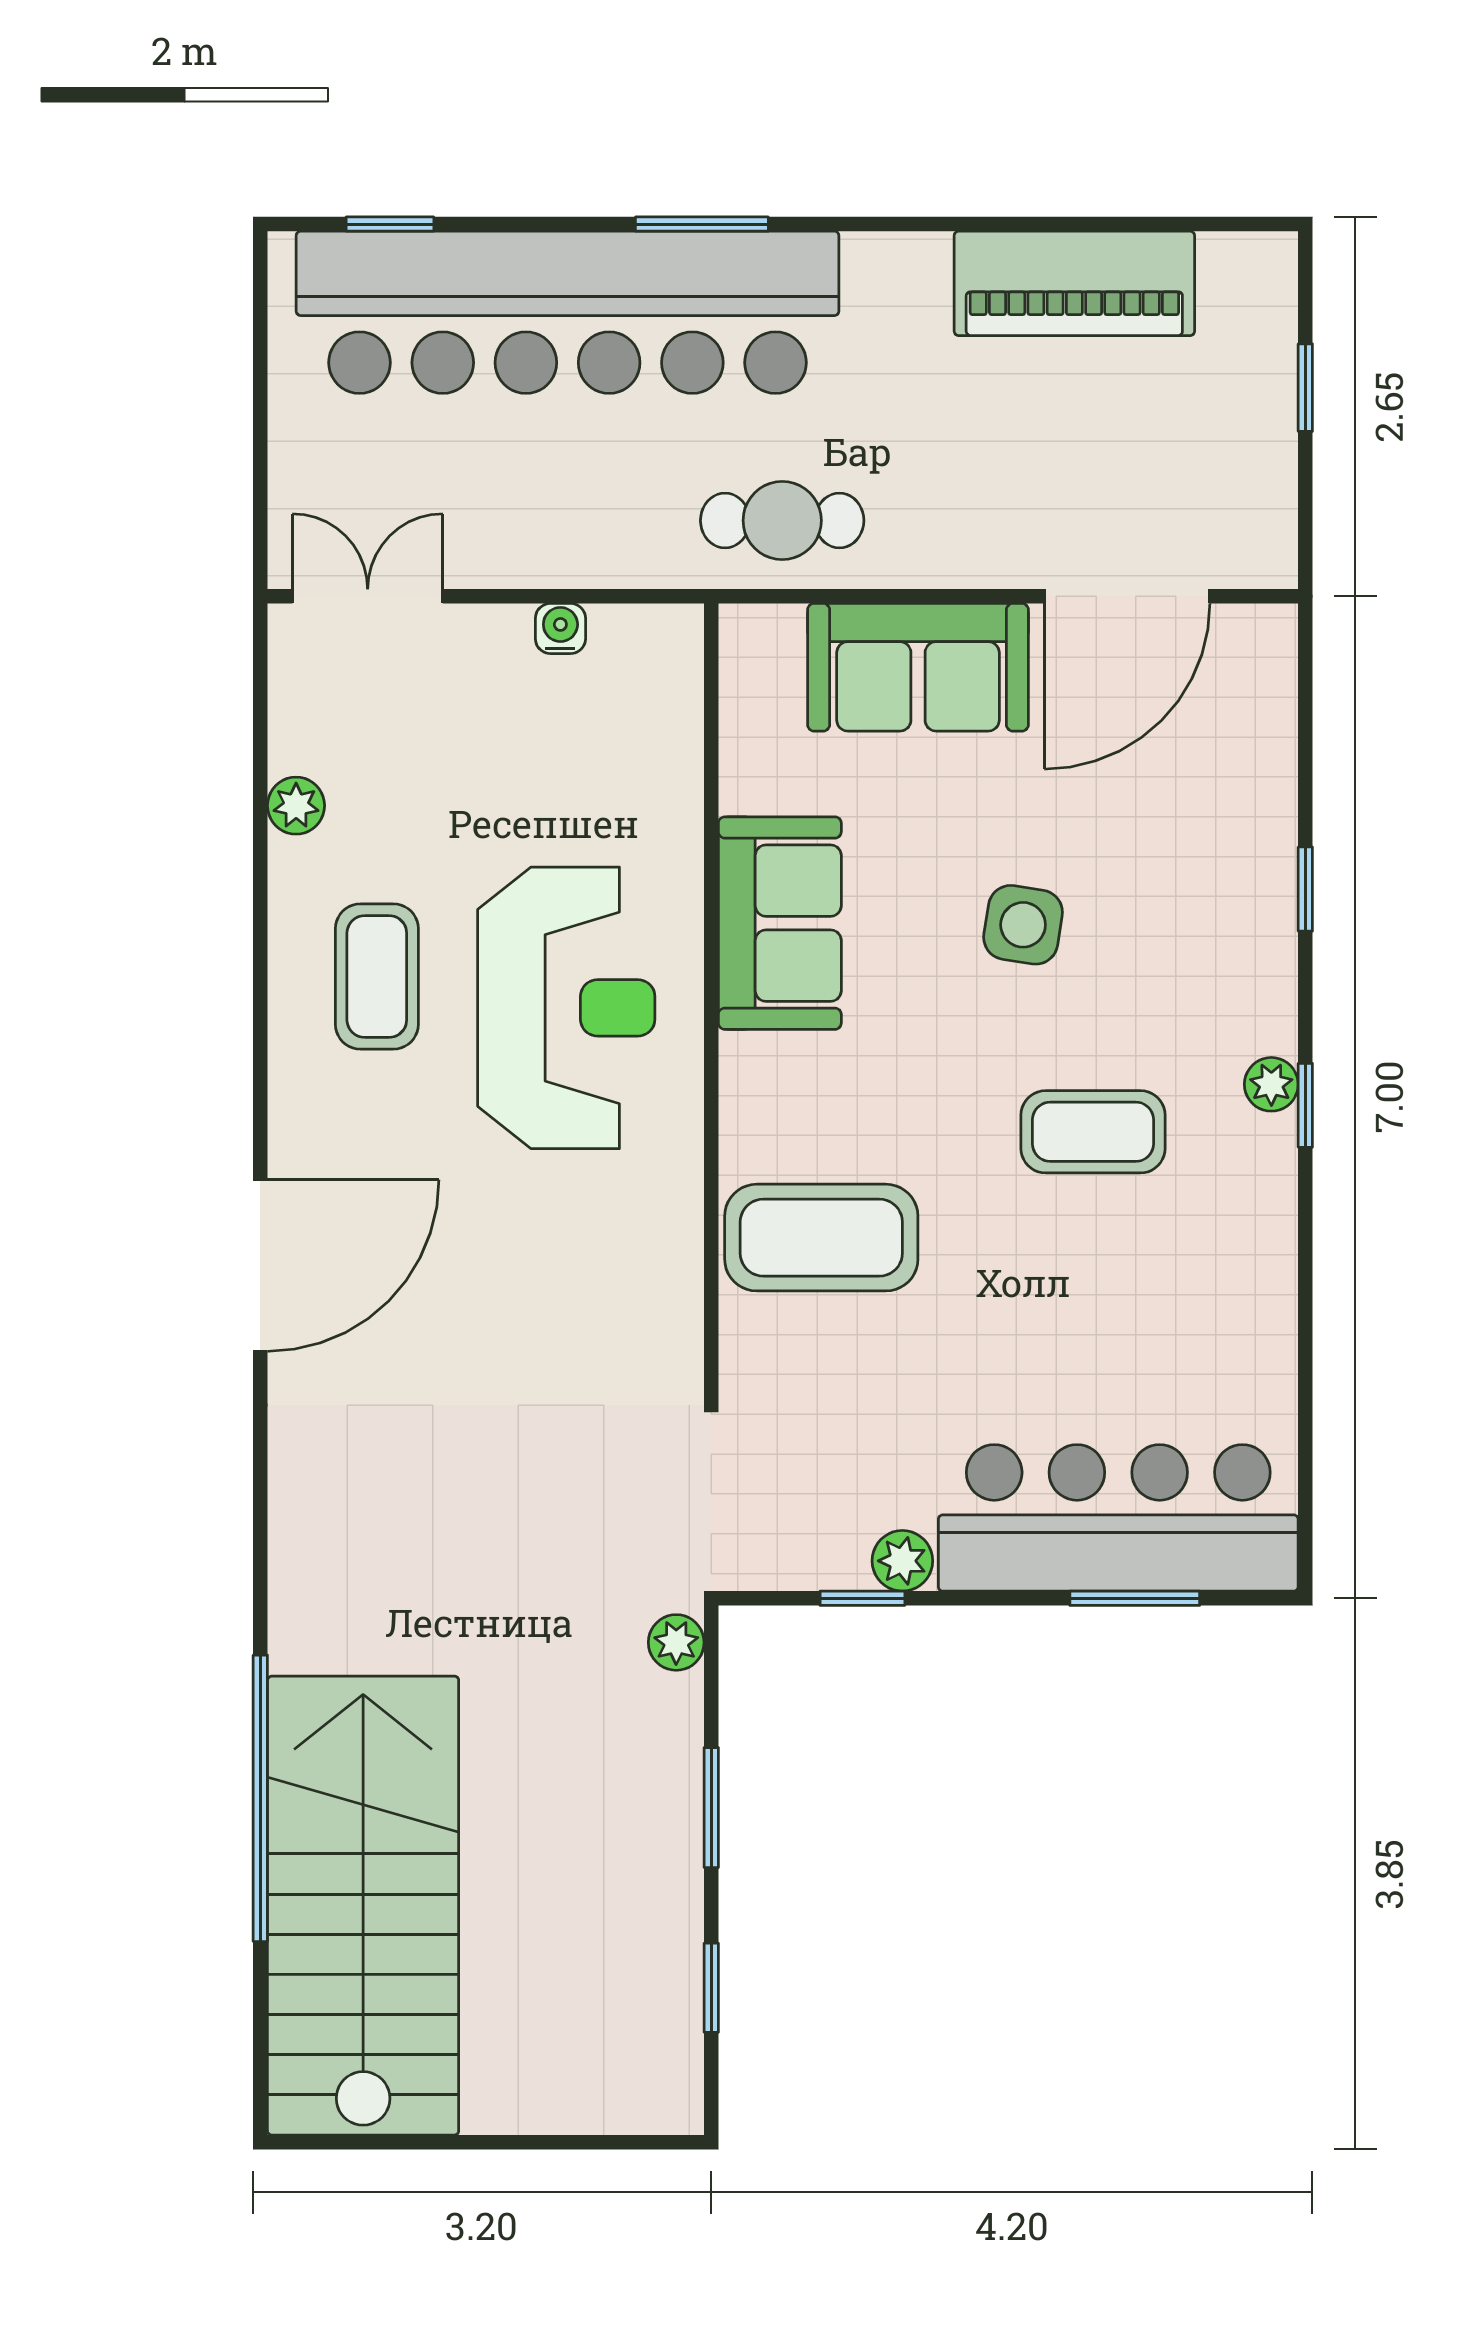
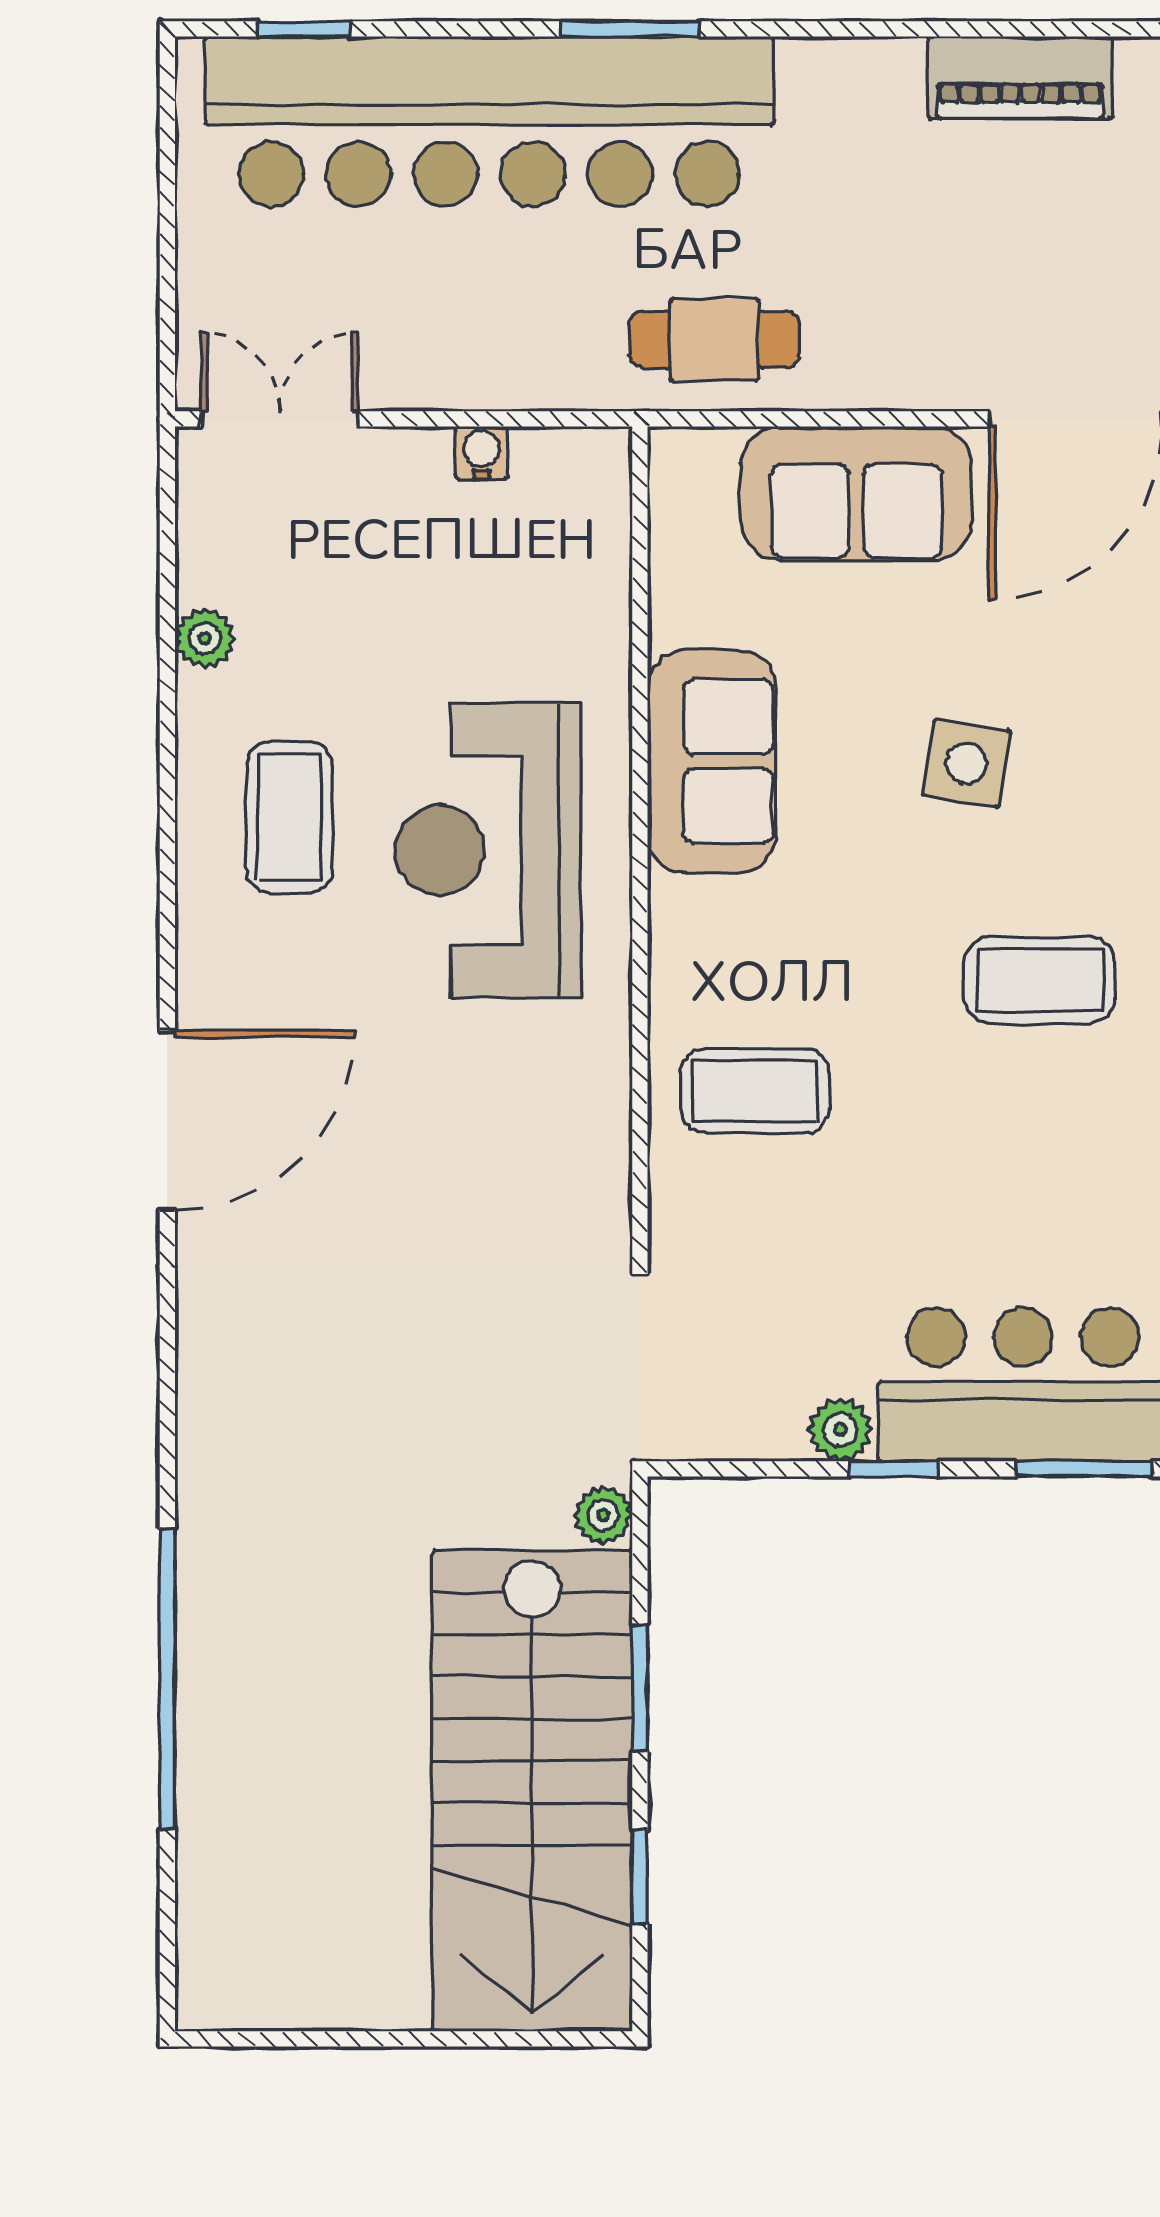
piano: (1074, 283) -> (1020, 78), width x0.73, depth x0.75
reception desk: (566, 1008) -> (488, 850), turned 180
coffee table: (821, 1238) -> (755, 1091), width x0.73, depth x0.76
window: (862, 1598) -> (894, 1469), moved
stairs: (363, 1906) -> (532, 1791), moved, turned 180

